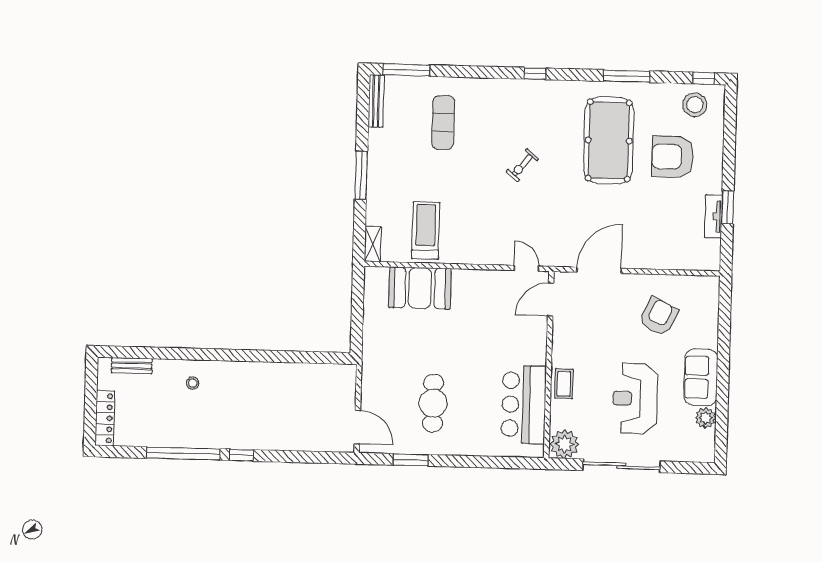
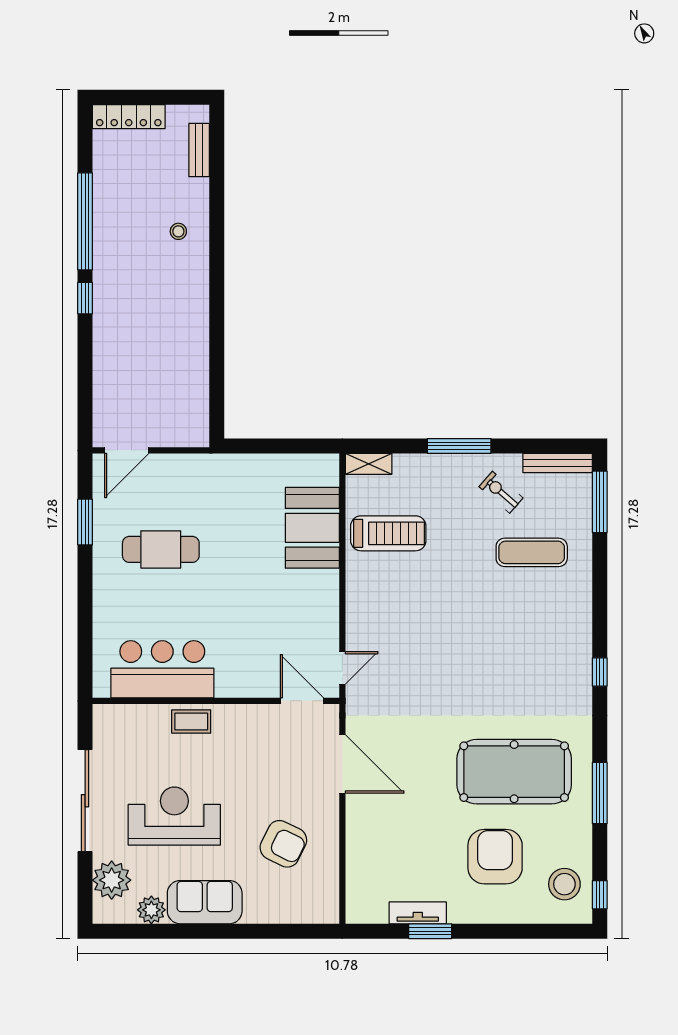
exercise bike: (522, 165) -> (501, 492), moved
plant: (564, 444) -> (112, 880), moved

